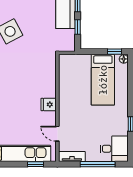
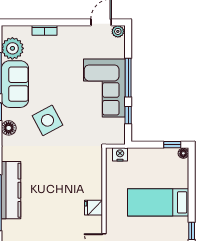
nightstand: (71, 60) -> (120, 154), added
bed: (103, 80) -> (158, 202), moved, turned 90

